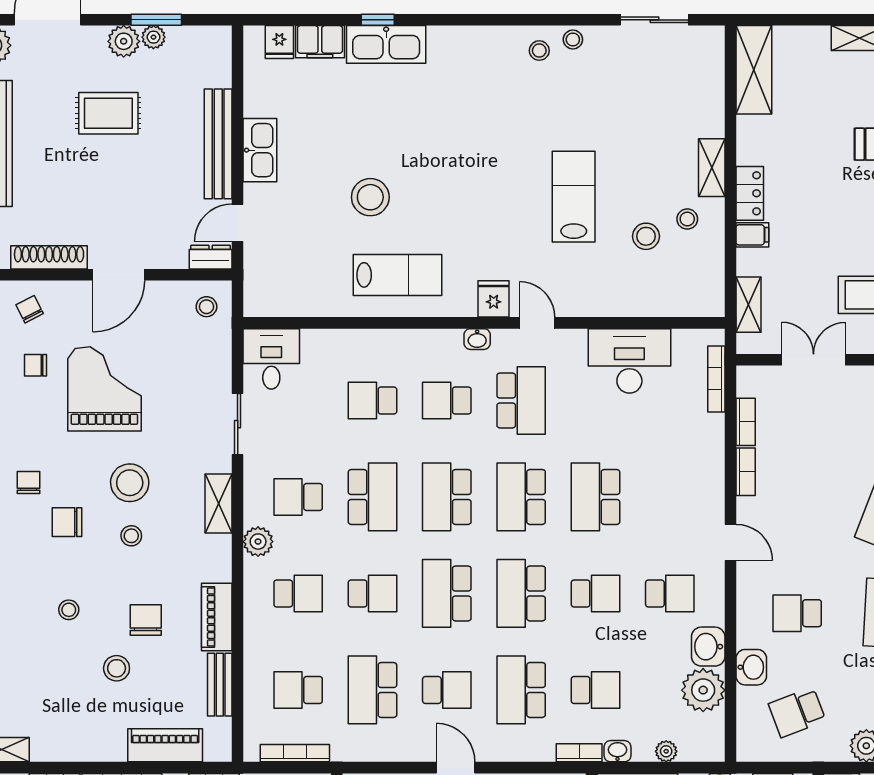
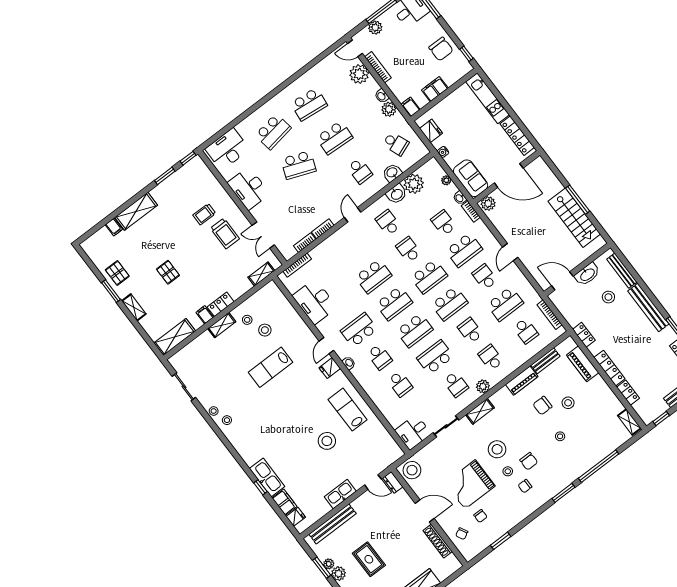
bench: (218, 144) -> (333, 524), moved
filing cabinet: (752, 235) -> (205, 315), moved
stool: (206, 307) -> (412, 470), width x1.89, depth x1.89
stool: (131, 536) -> (508, 471), moved

